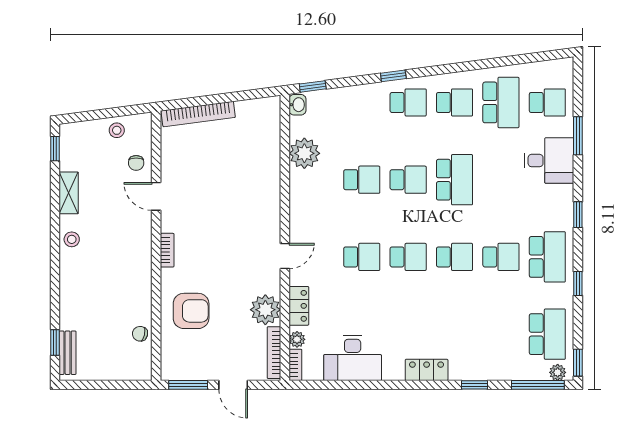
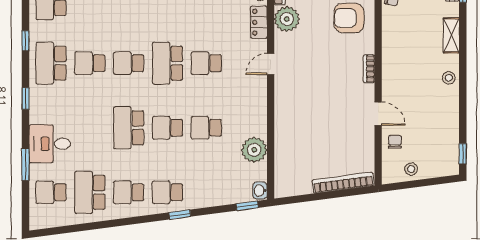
shelving: (69, 193) -> (451, 35), moved
school desk: (408, 257) -> (167, 63), width x1.85

